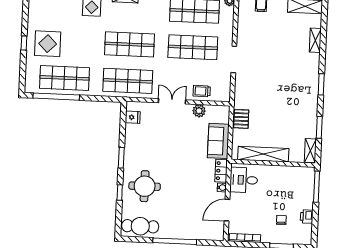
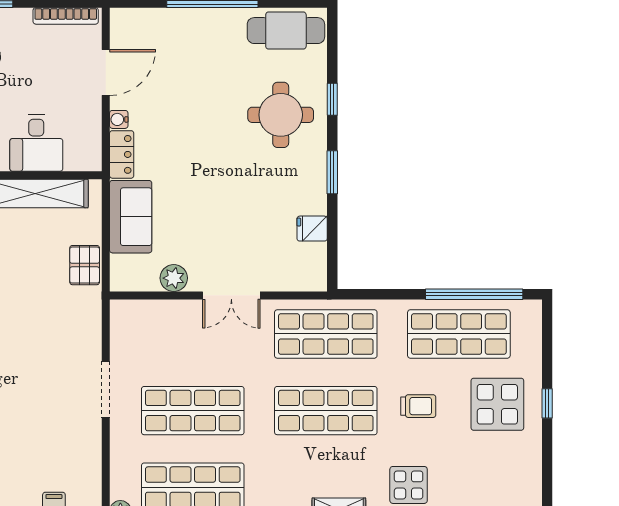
trolley: (202, 91) -> (418, 406), moved
fridge: (133, 117) -> (312, 229), moved
desk: (244, 180) -> (36, 143), moved, turned 90

